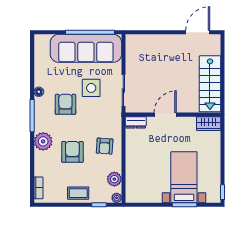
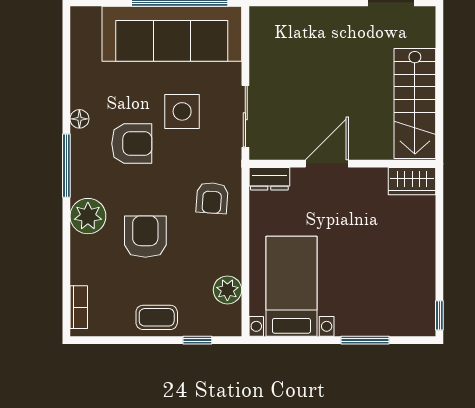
armchair: (65, 104) -> (132, 144), turned 90
armchair: (105, 146) -> (212, 198), moved
bed with nightstands: (184, 177) -> (291, 286), moved
plant: (117, 198) -> (232, 327), removed

